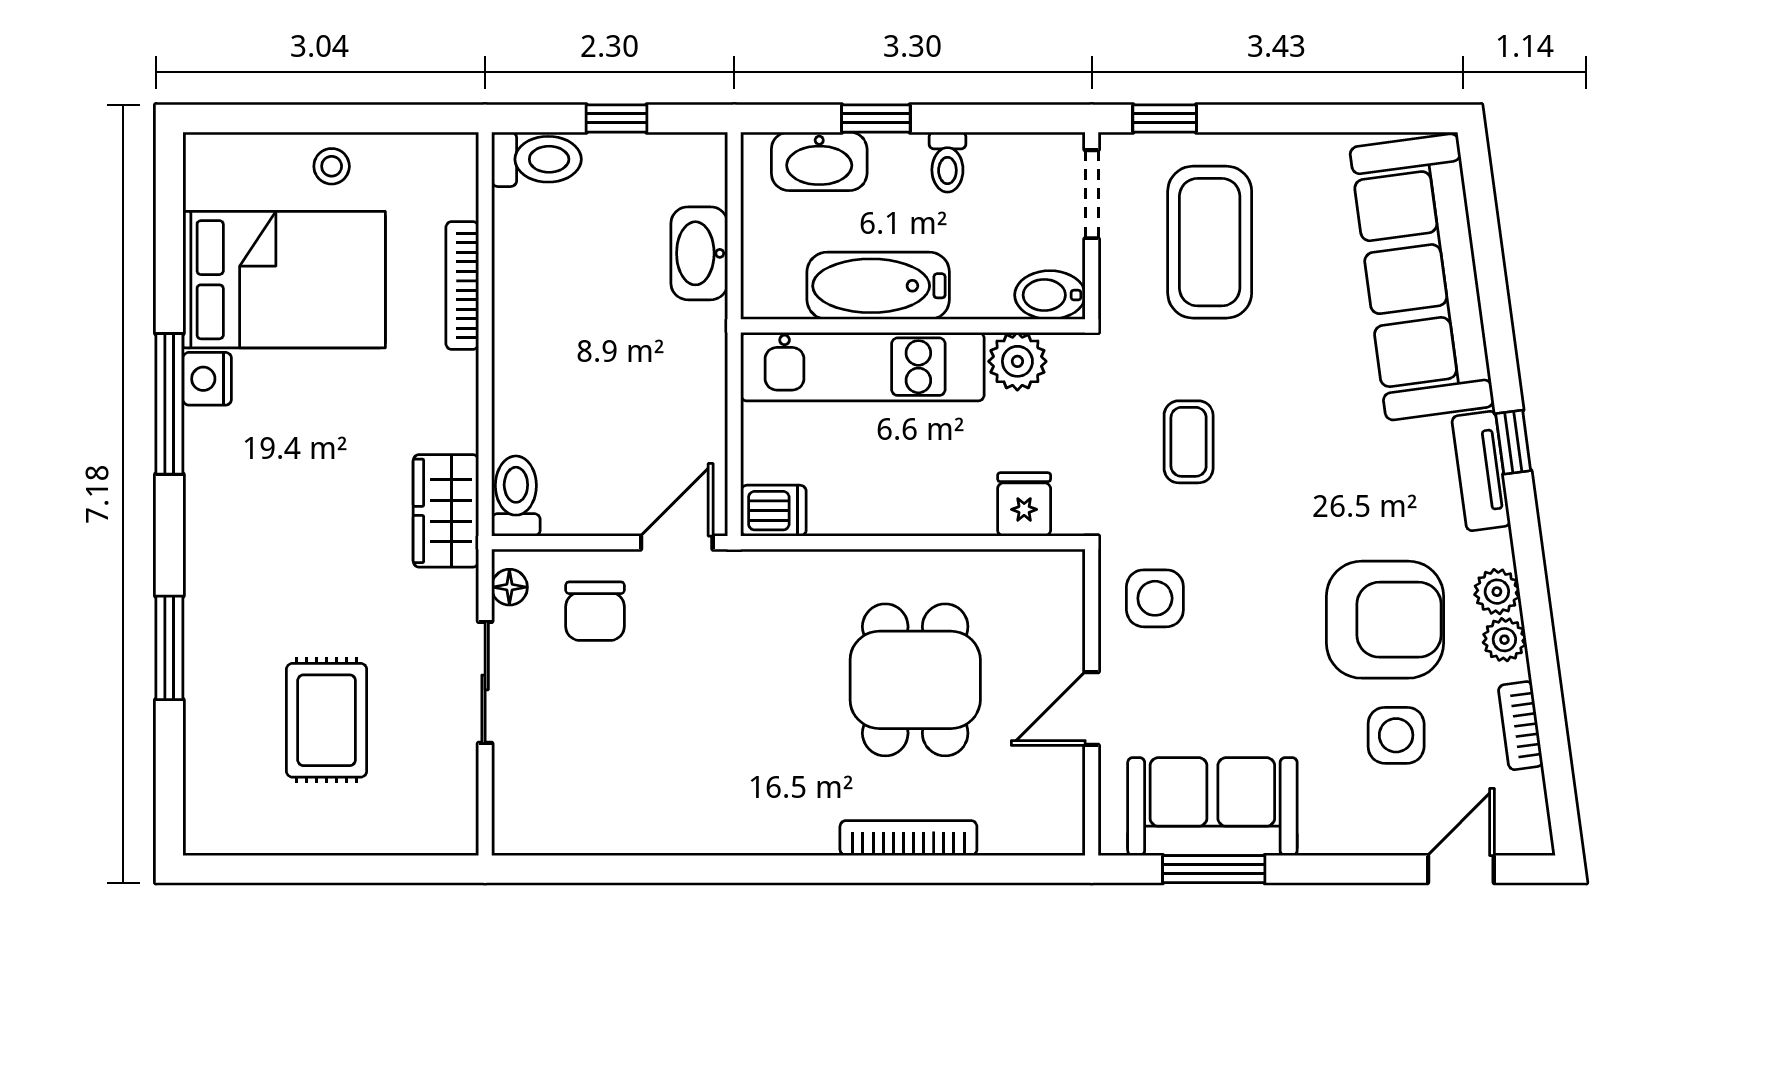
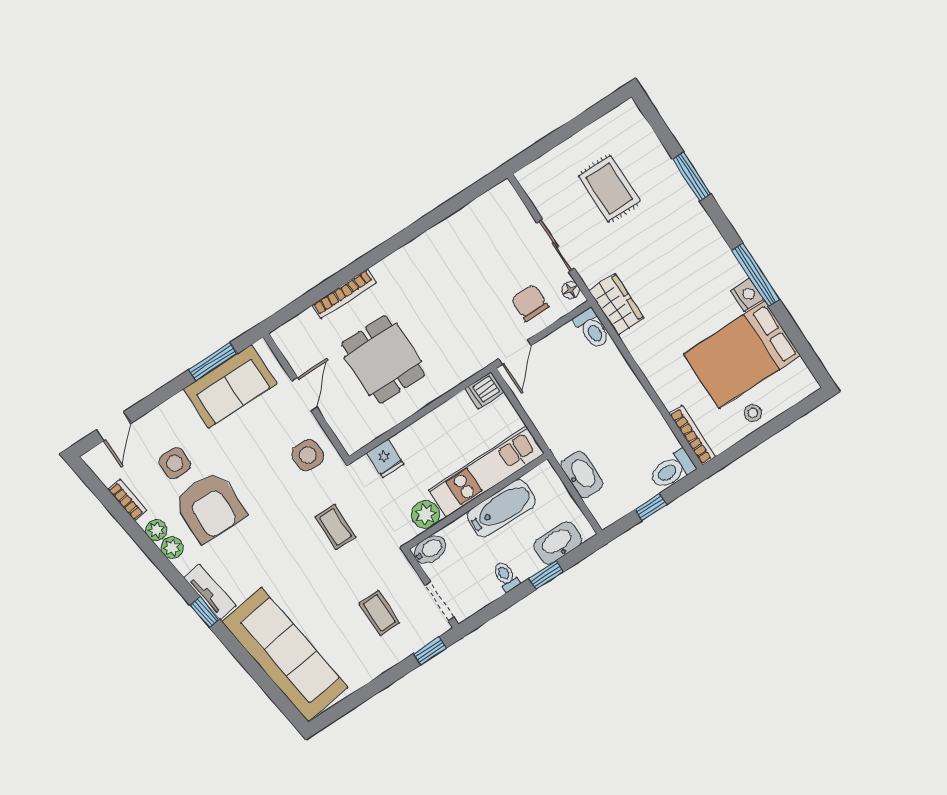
coffee table: (1210, 242) -> (379, 613), width x0.54, depth x0.58
bookcase: (462, 286) -> (692, 435), moved
armchair: (1385, 620) -> (210, 507), turned -90

